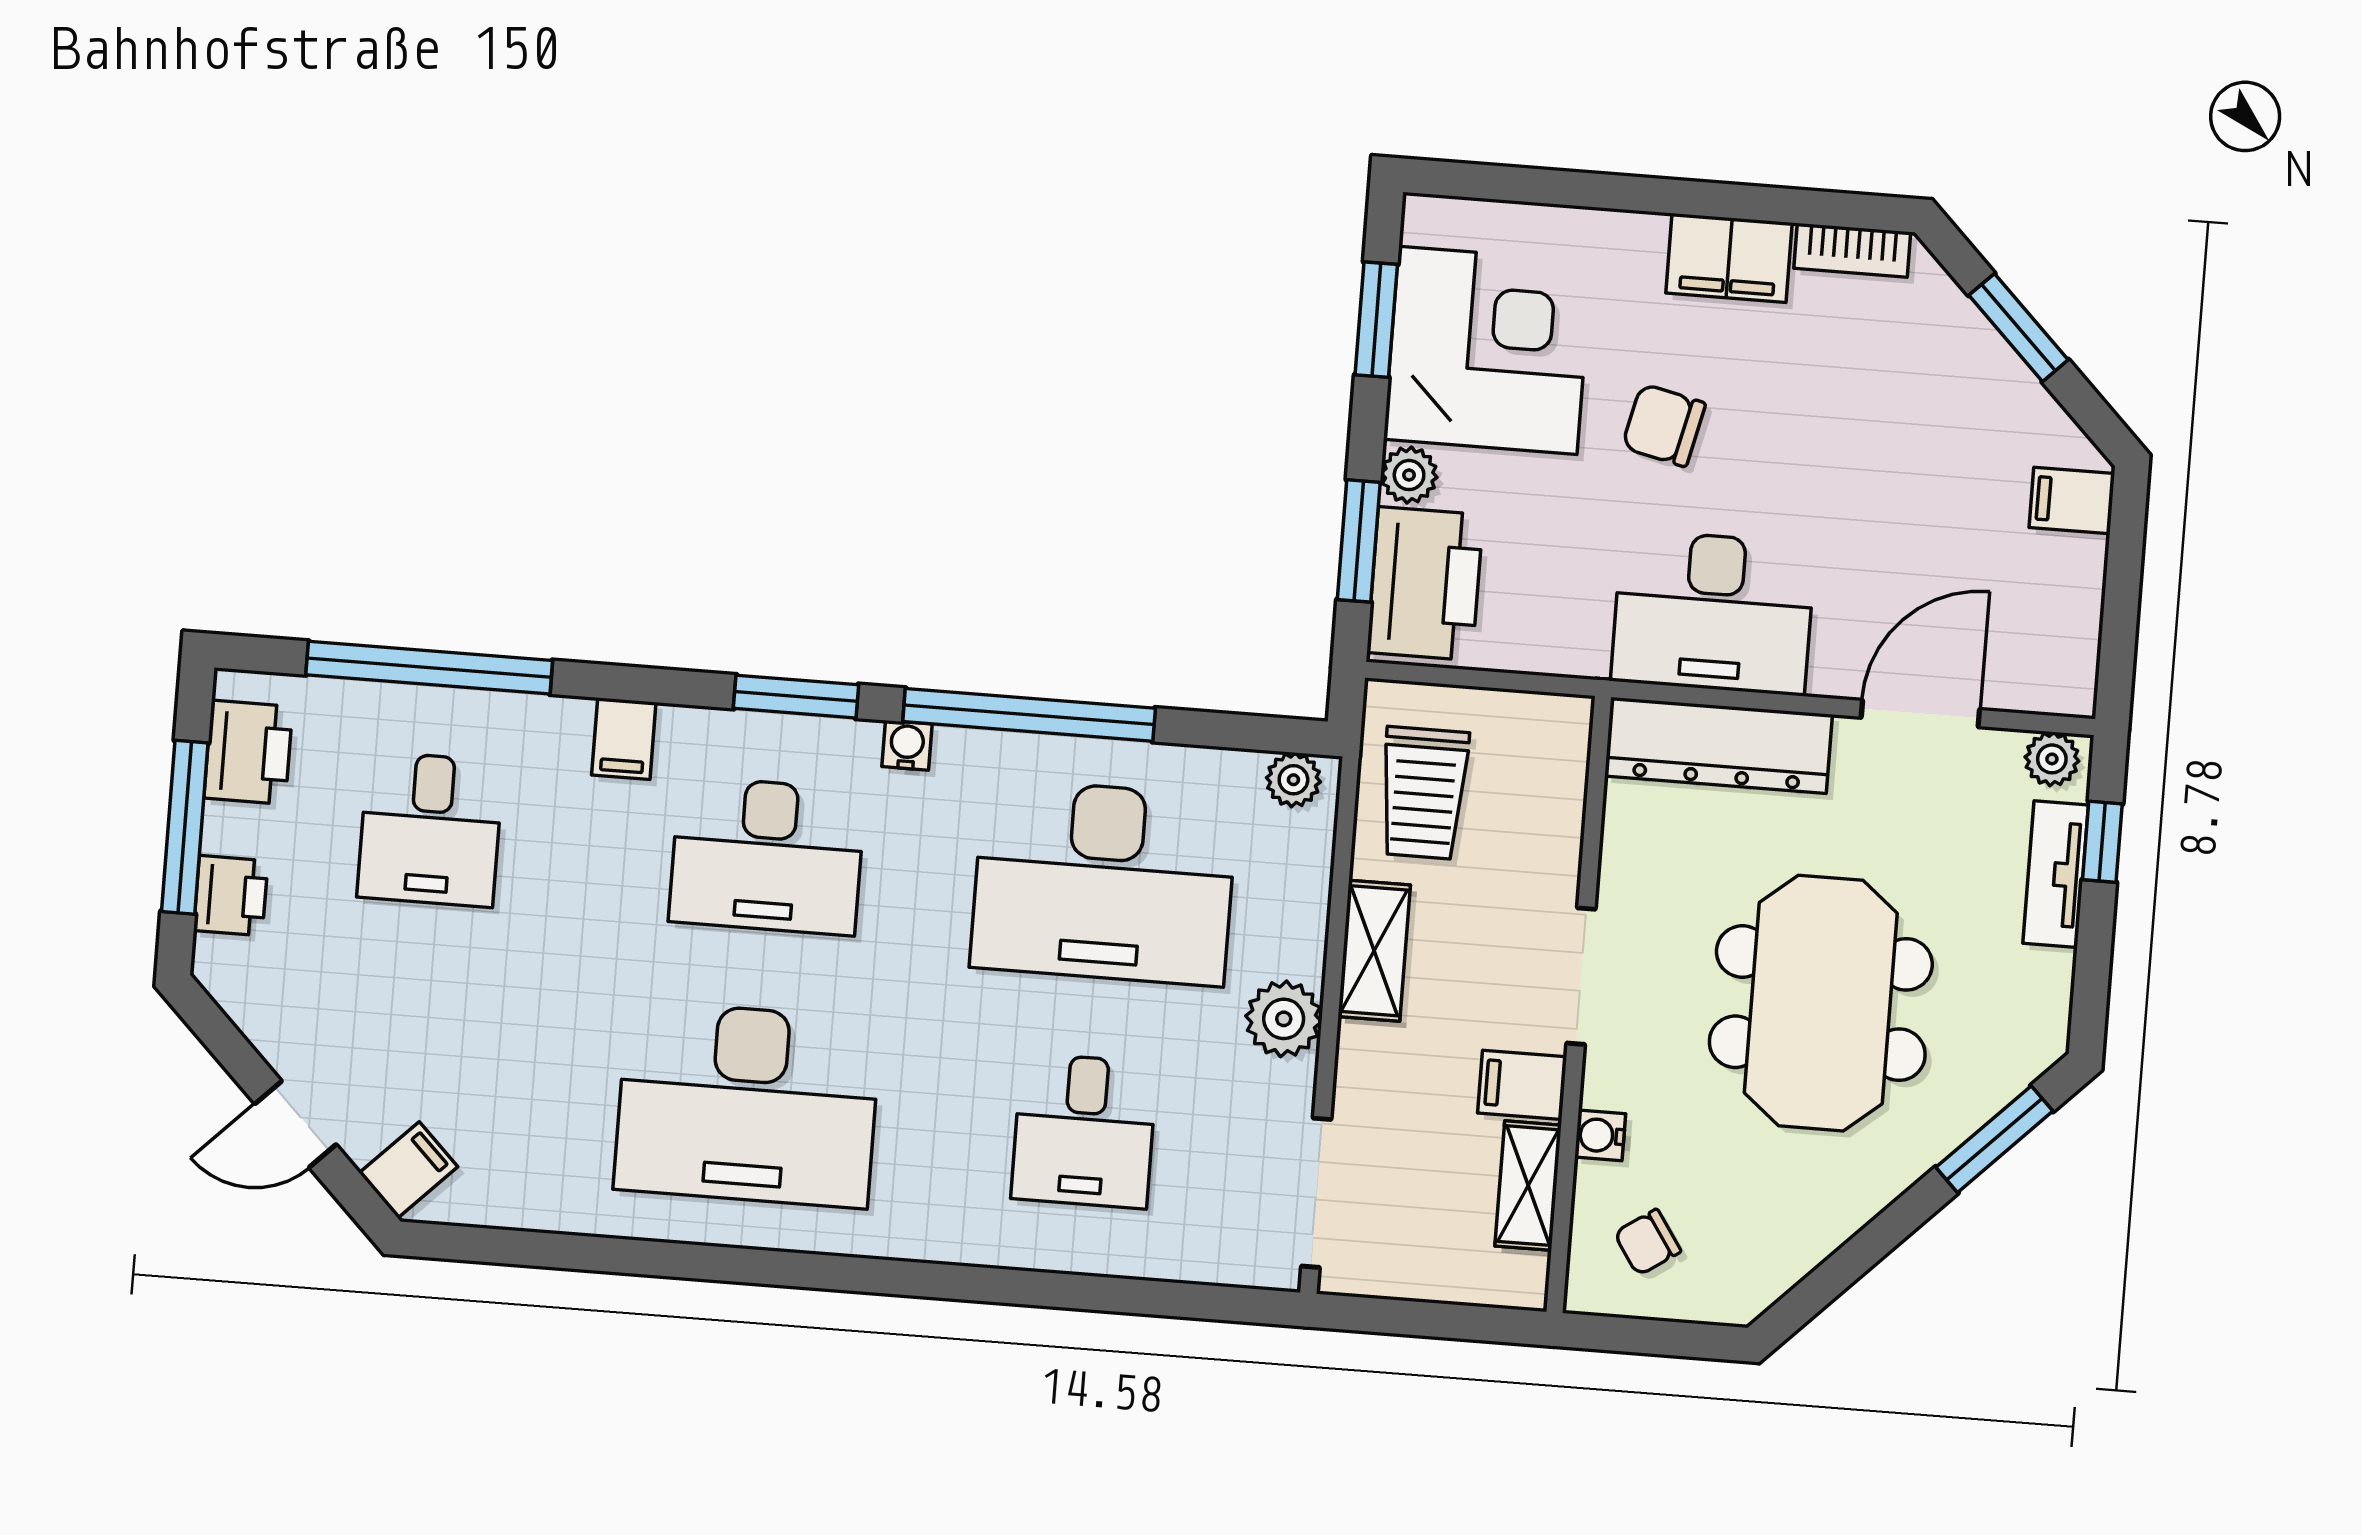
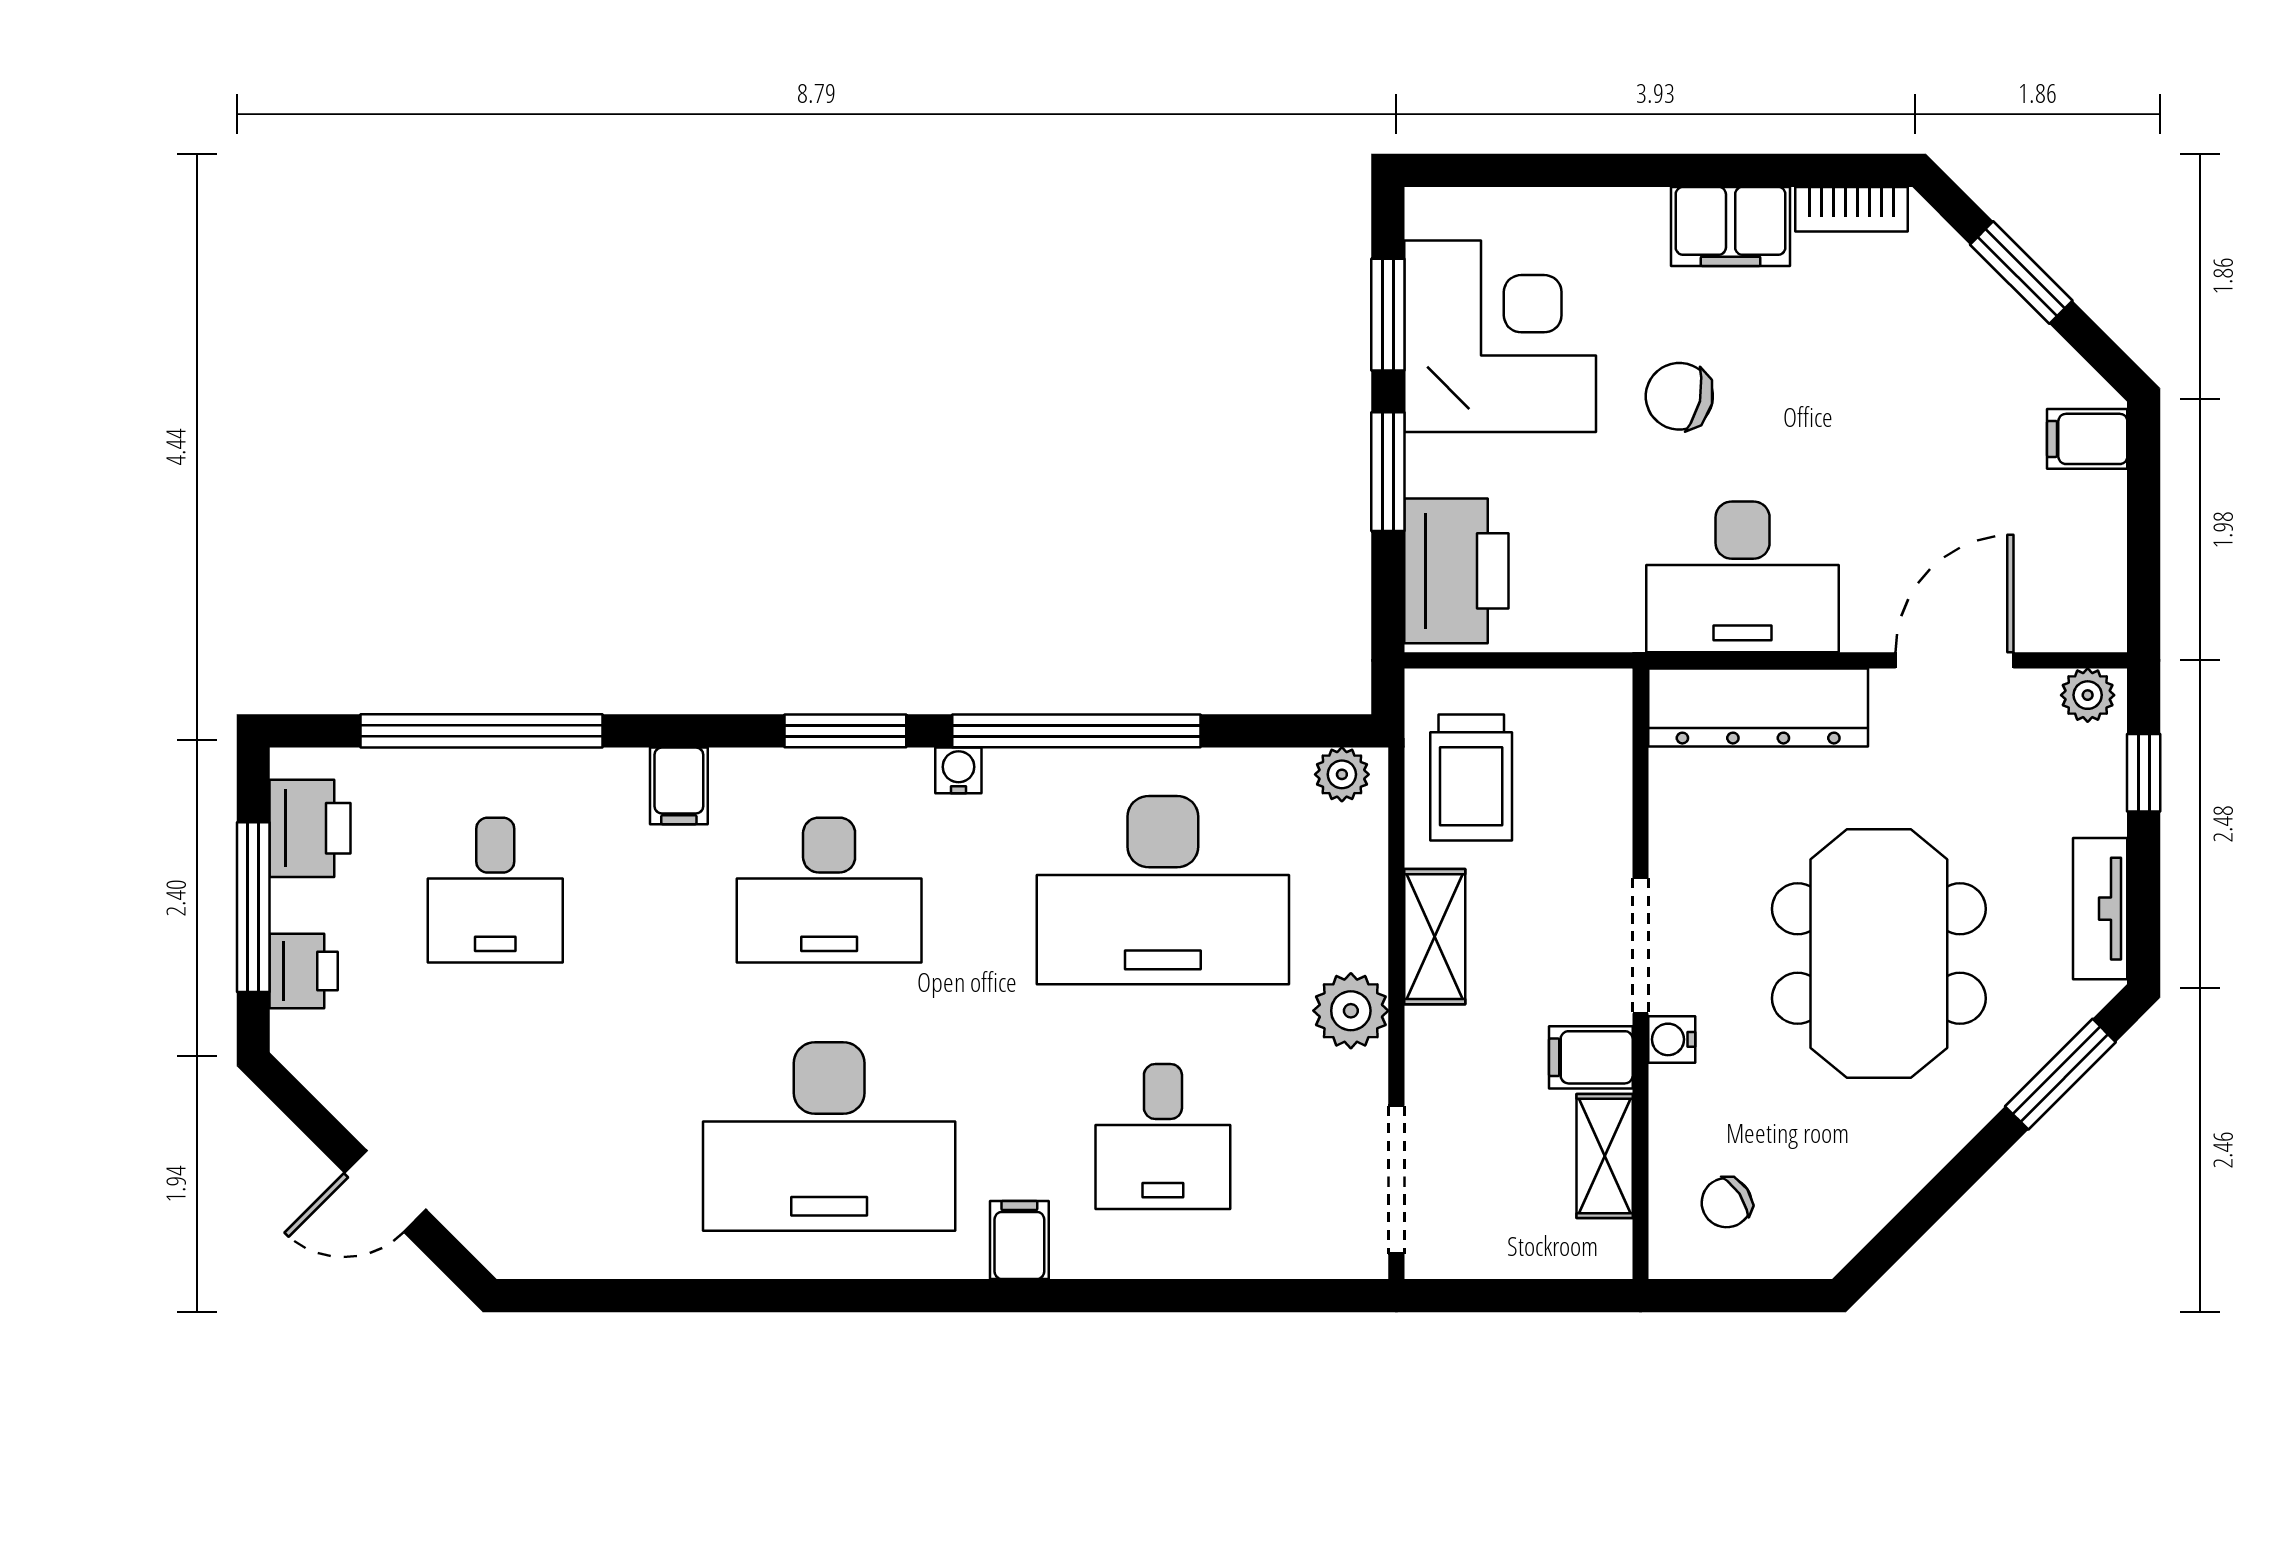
plant: (1409, 475) -> (1432, 465), removed
window: (1359, 541) -> (1388, 472), moved
tv unit: (2056, 874) -> (2100, 909), moved
water cooler: (1600, 1135) -> (1672, 1039), moved
filing cabinet: (408, 1170) -> (1019, 1240), moved, turned -45

